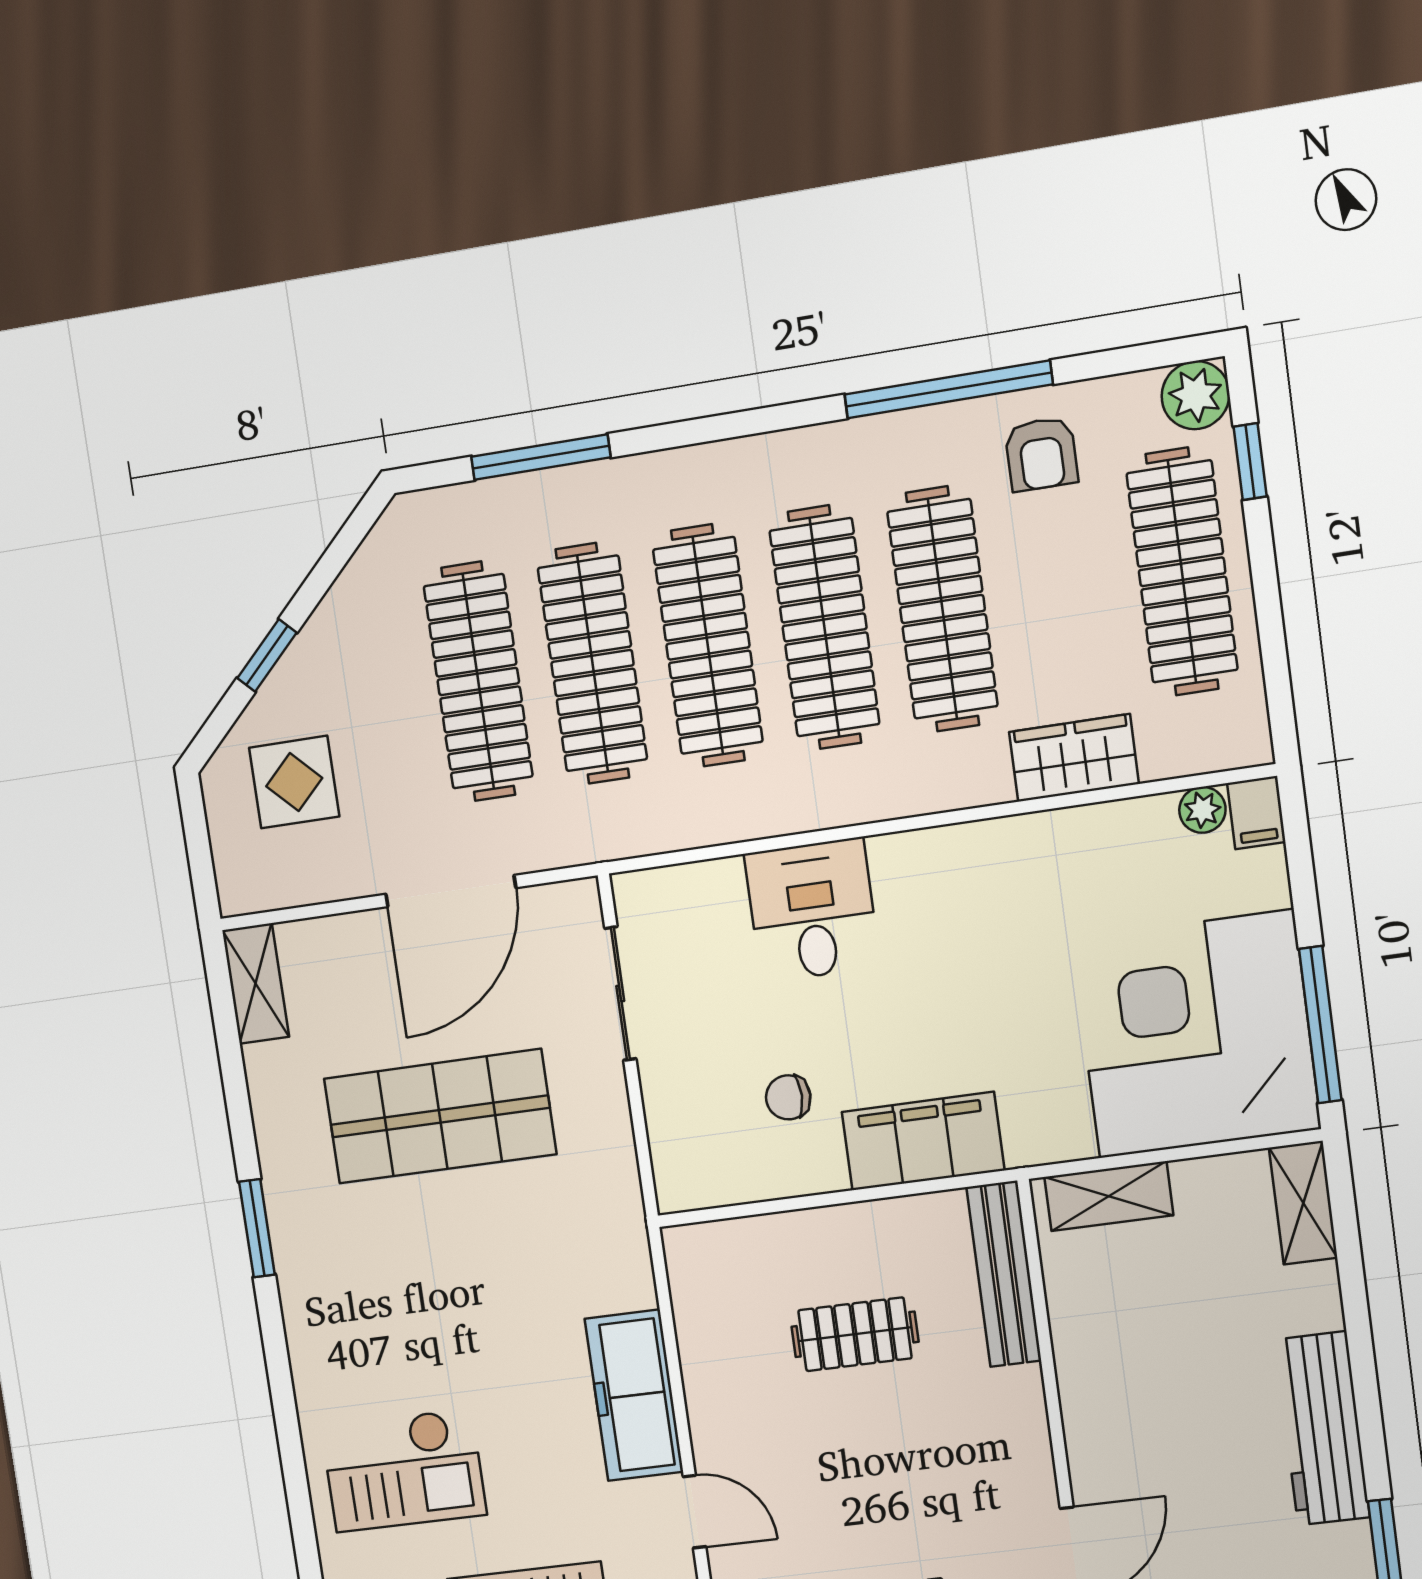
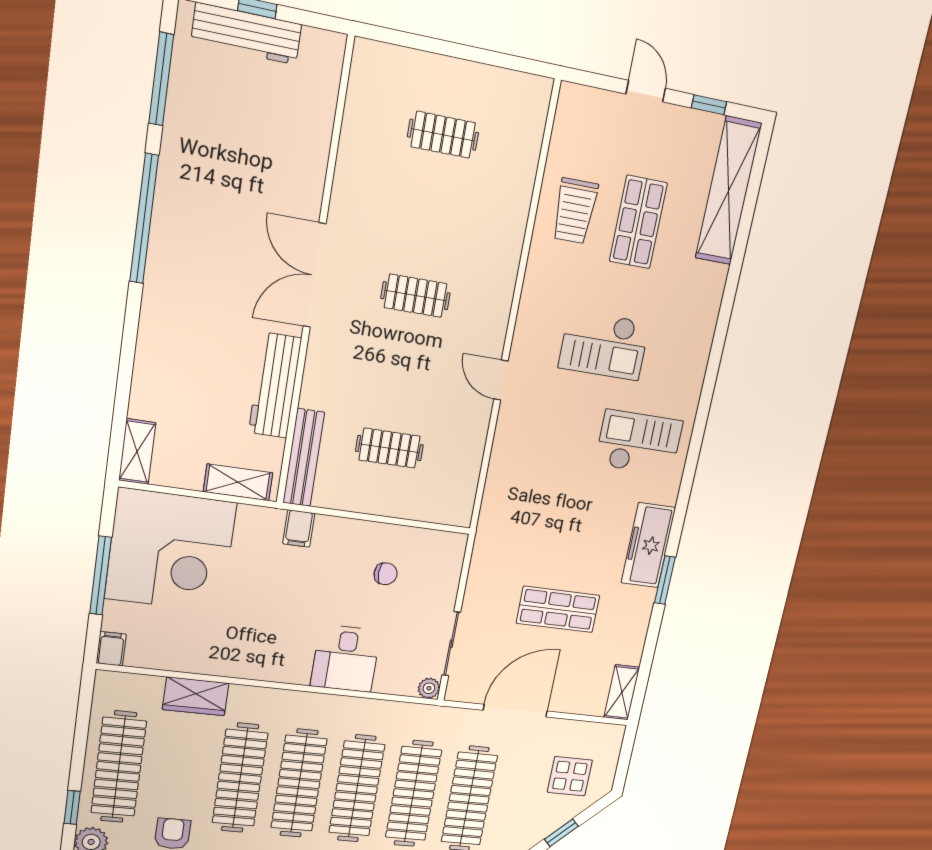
plant: (1202, 810) -> (429, 688), moved
window: (1320, 1025) -> (100, 576), moved
shop shelf: (440, 1116) -> (558, 609), width x0.70, depth x0.74
filing cabinet: (923, 1141) -> (299, 529), width x0.33, depth x0.86
freezer: (634, 1395) -> (648, 545), moved, turned 180
workbench: (1322, 1428) -> (275, 386), moved, turned 180

